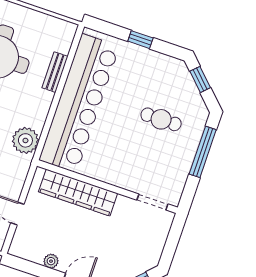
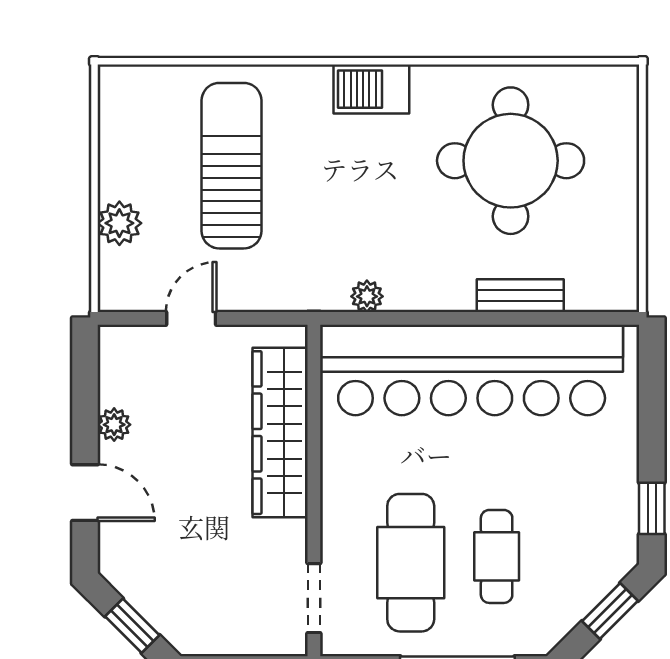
window: (140, 40) -> (652, 508), moved
plant: (25, 140) -> (367, 296), width x0.53, depth x0.53
cafe table: (151, 156) -> (411, 563), added

